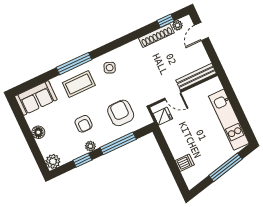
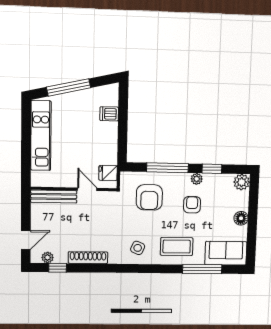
shoe rack: (156, 35) -> (88, 258), moved
window: (74, 64) -> (202, 269), moved

